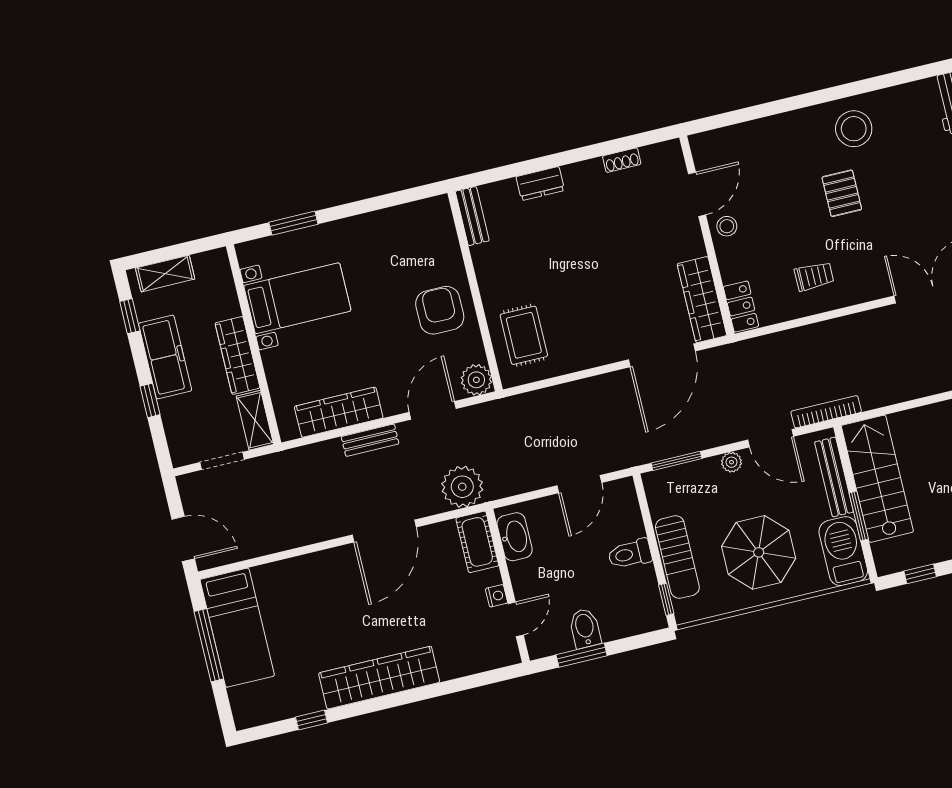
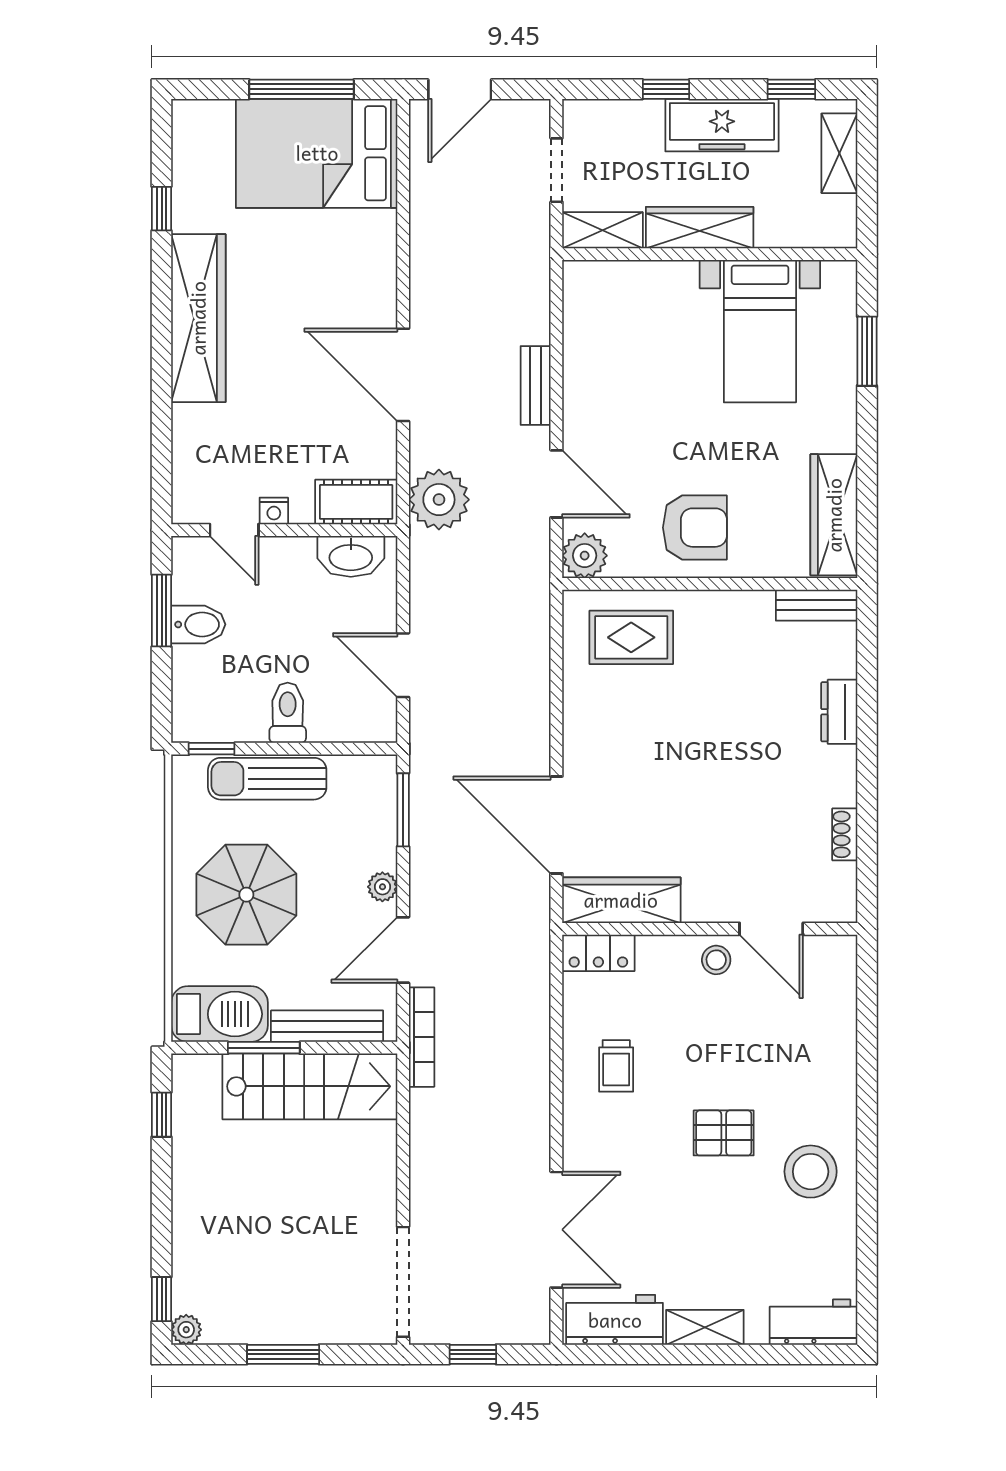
wardrobe: (339, 412) -> (834, 515), moved, turned 180
bed: (237, 628) -> (317, 153), width x1.50

